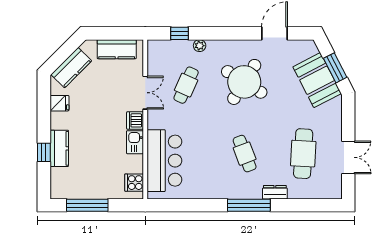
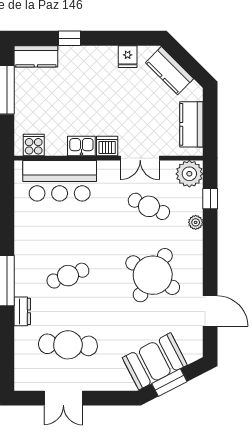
plant: (158, 51) -> (189, 174), added
kitchen counter: (59, 148) -> (36, 56), moved

